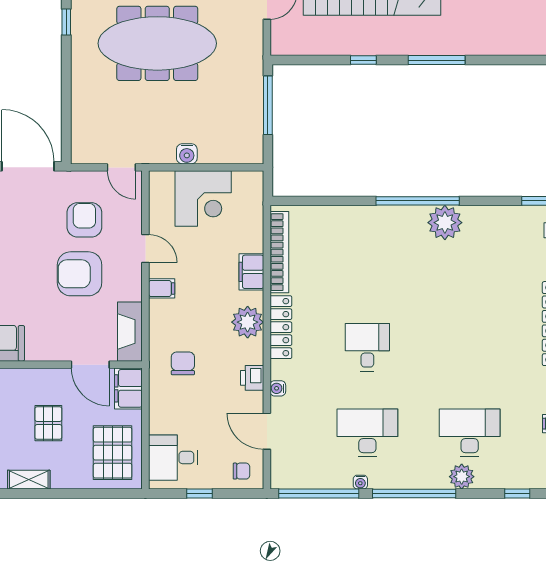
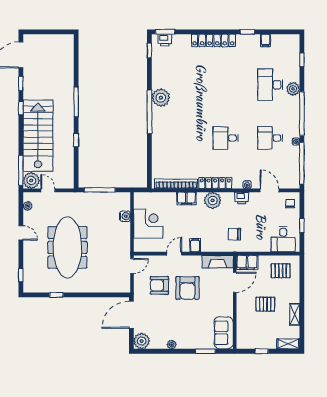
water cooler: (187, 154) -> (125, 216), moved
door: (267, 431) -> (270, 190), swing flipped
desk: (367, 433) -> (270, 138), width x0.73
pallet: (113, 453) -> (281, 271), width x0.67, depth x0.71

